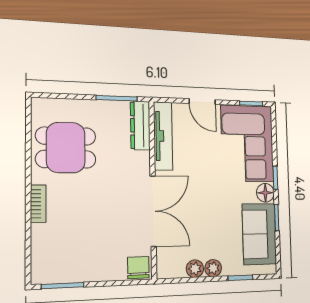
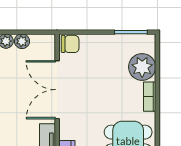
plant: (48, 241) -> (142, 67), added
chair: (138, 268) -> (70, 44), turned -90

